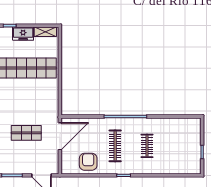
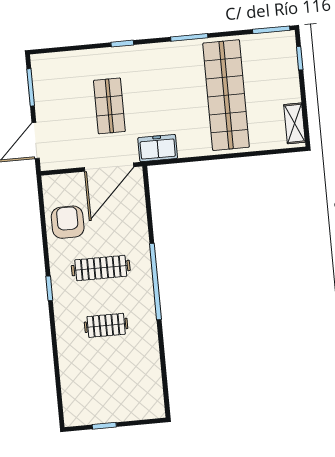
freezer: (23, 34) -> (158, 148), moved, turned 90
door: (60, 136) -> (109, 167), hinge flipped
armchair: (88, 162) -> (68, 222), turned -90

